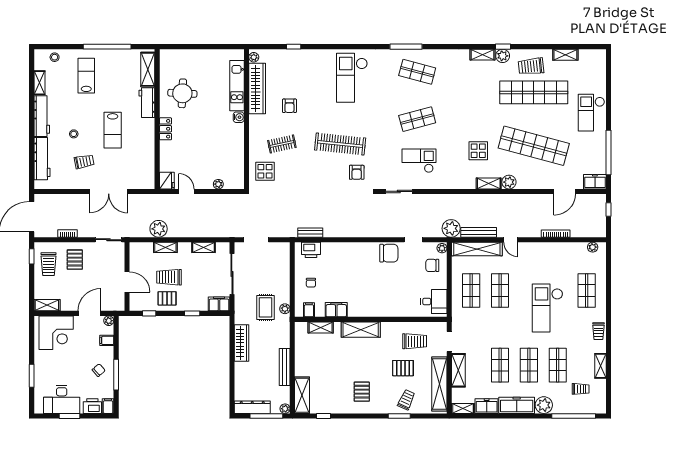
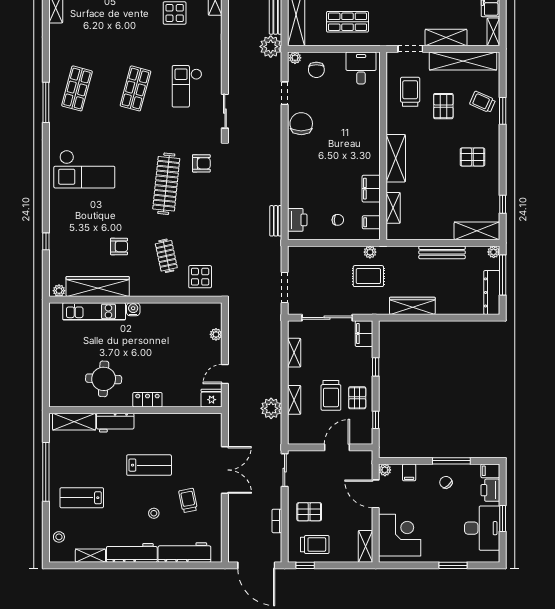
shop shelf: (417, 119) -> (135, 88), turned 30

